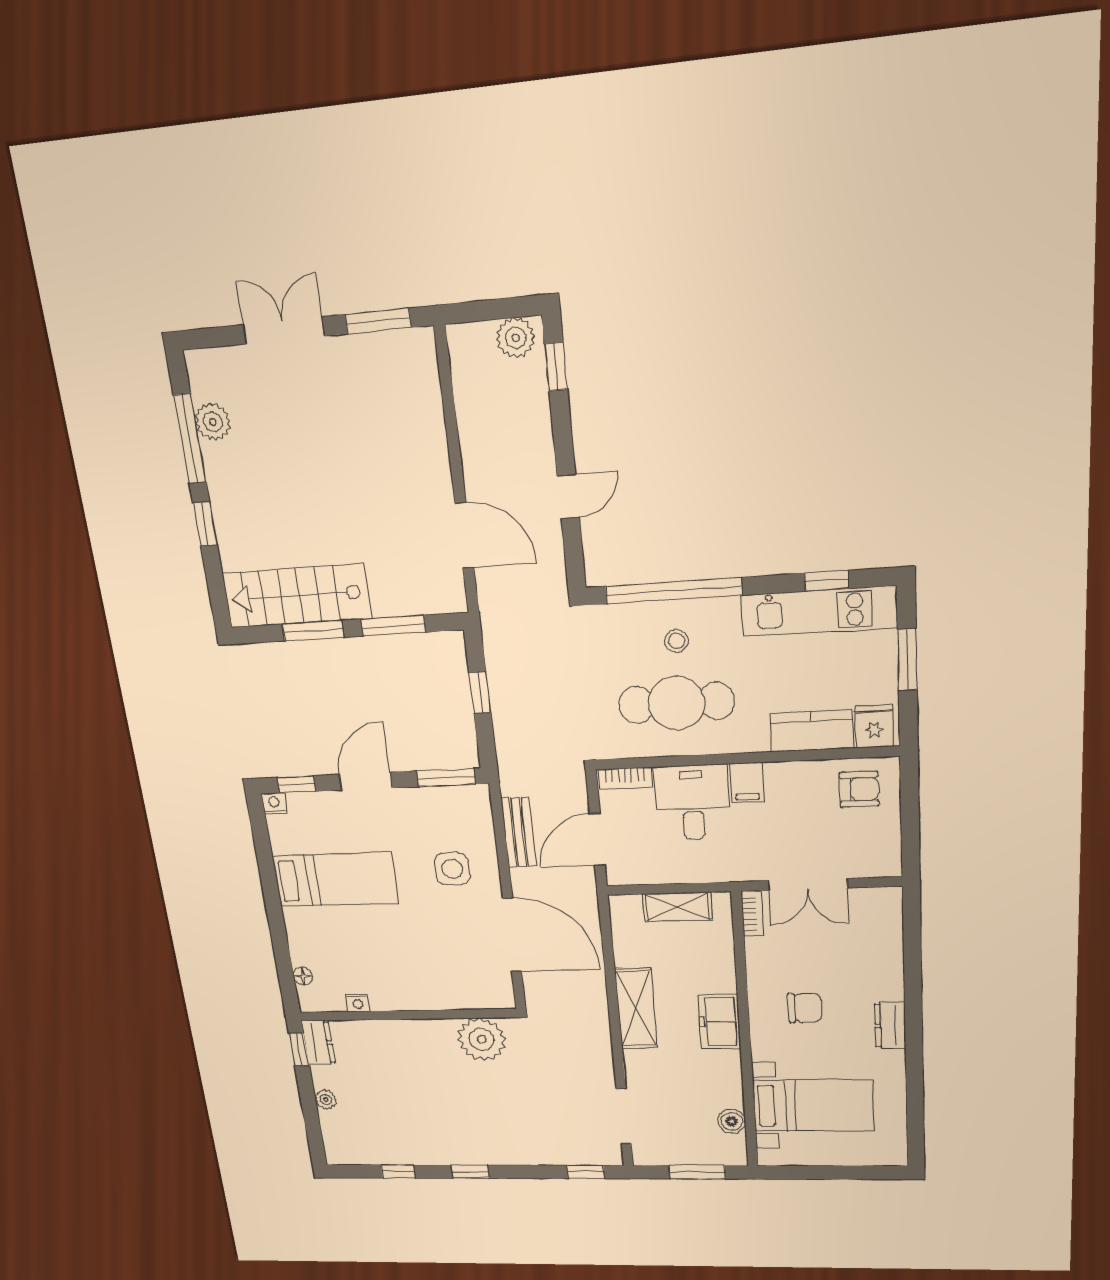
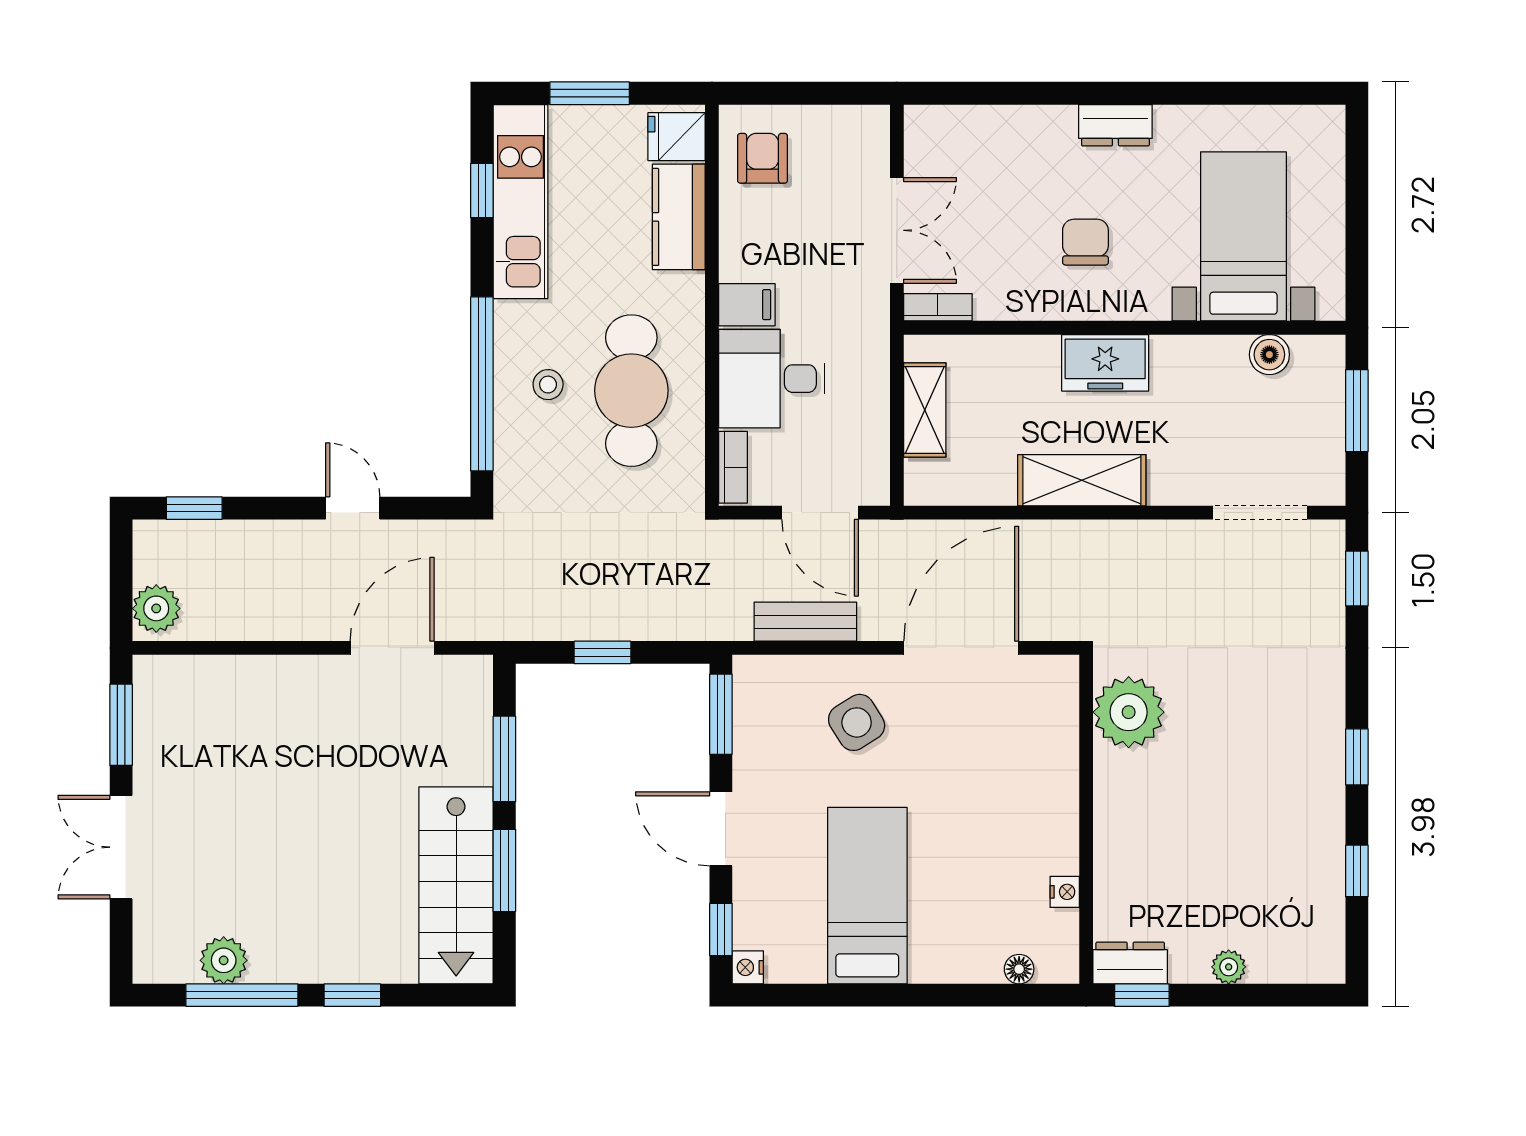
plant: (516, 338) -> (156, 608), moved
side table: (452, 869) -> (857, 722), turned -32

